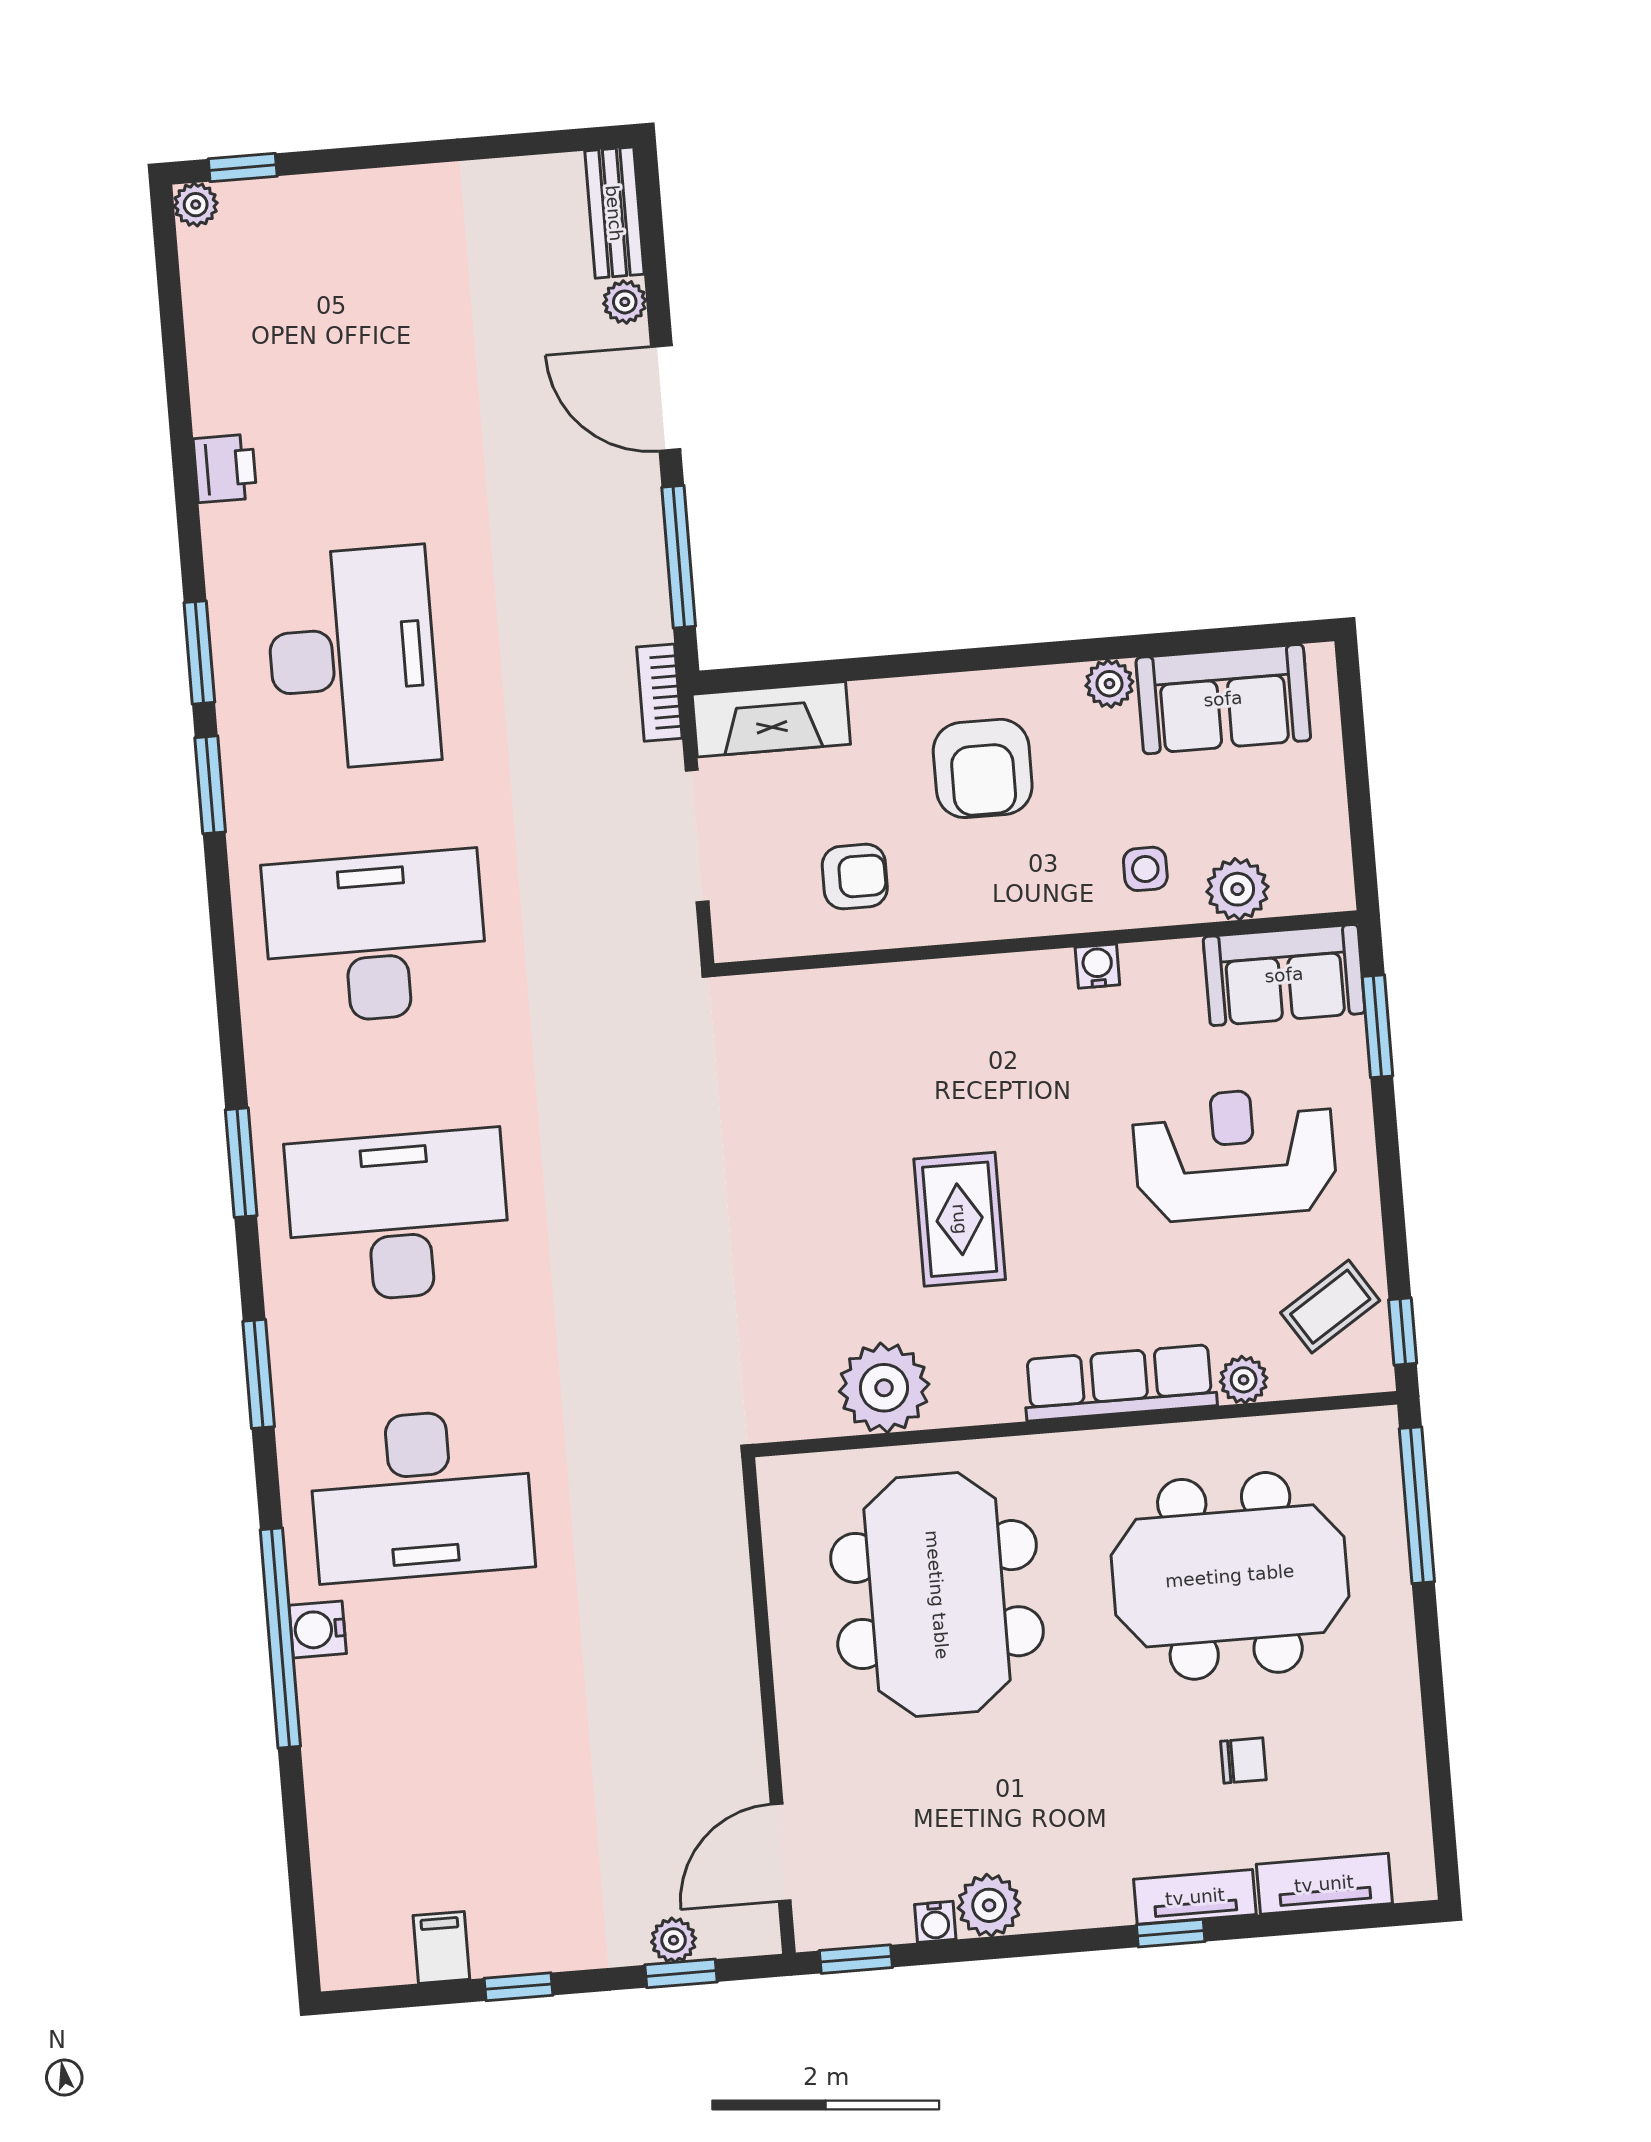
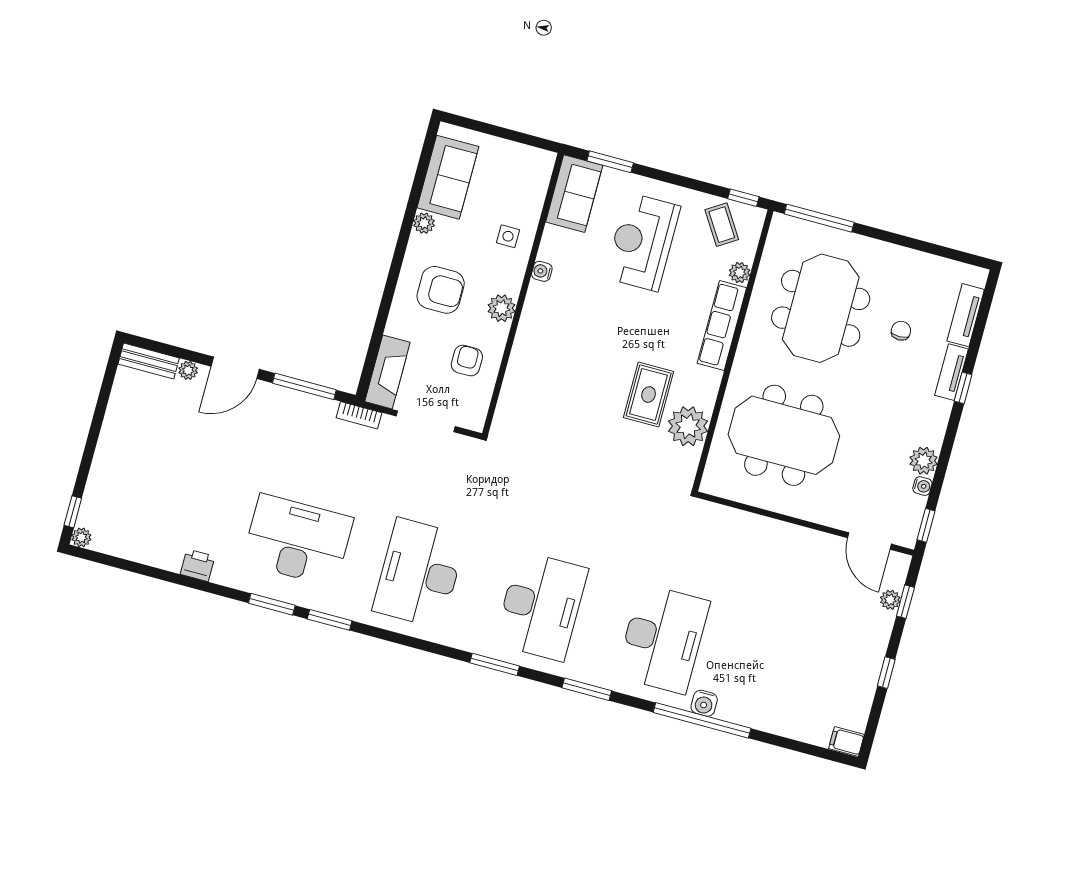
plant: (1237, 889) -> (501, 308), moved
desk: (398, 1216) -> (541, 606), turned 180
rug: (960, 1219) -> (649, 394), moved, turned 90
filing cabinet: (441, 1947) -> (846, 742), moved

